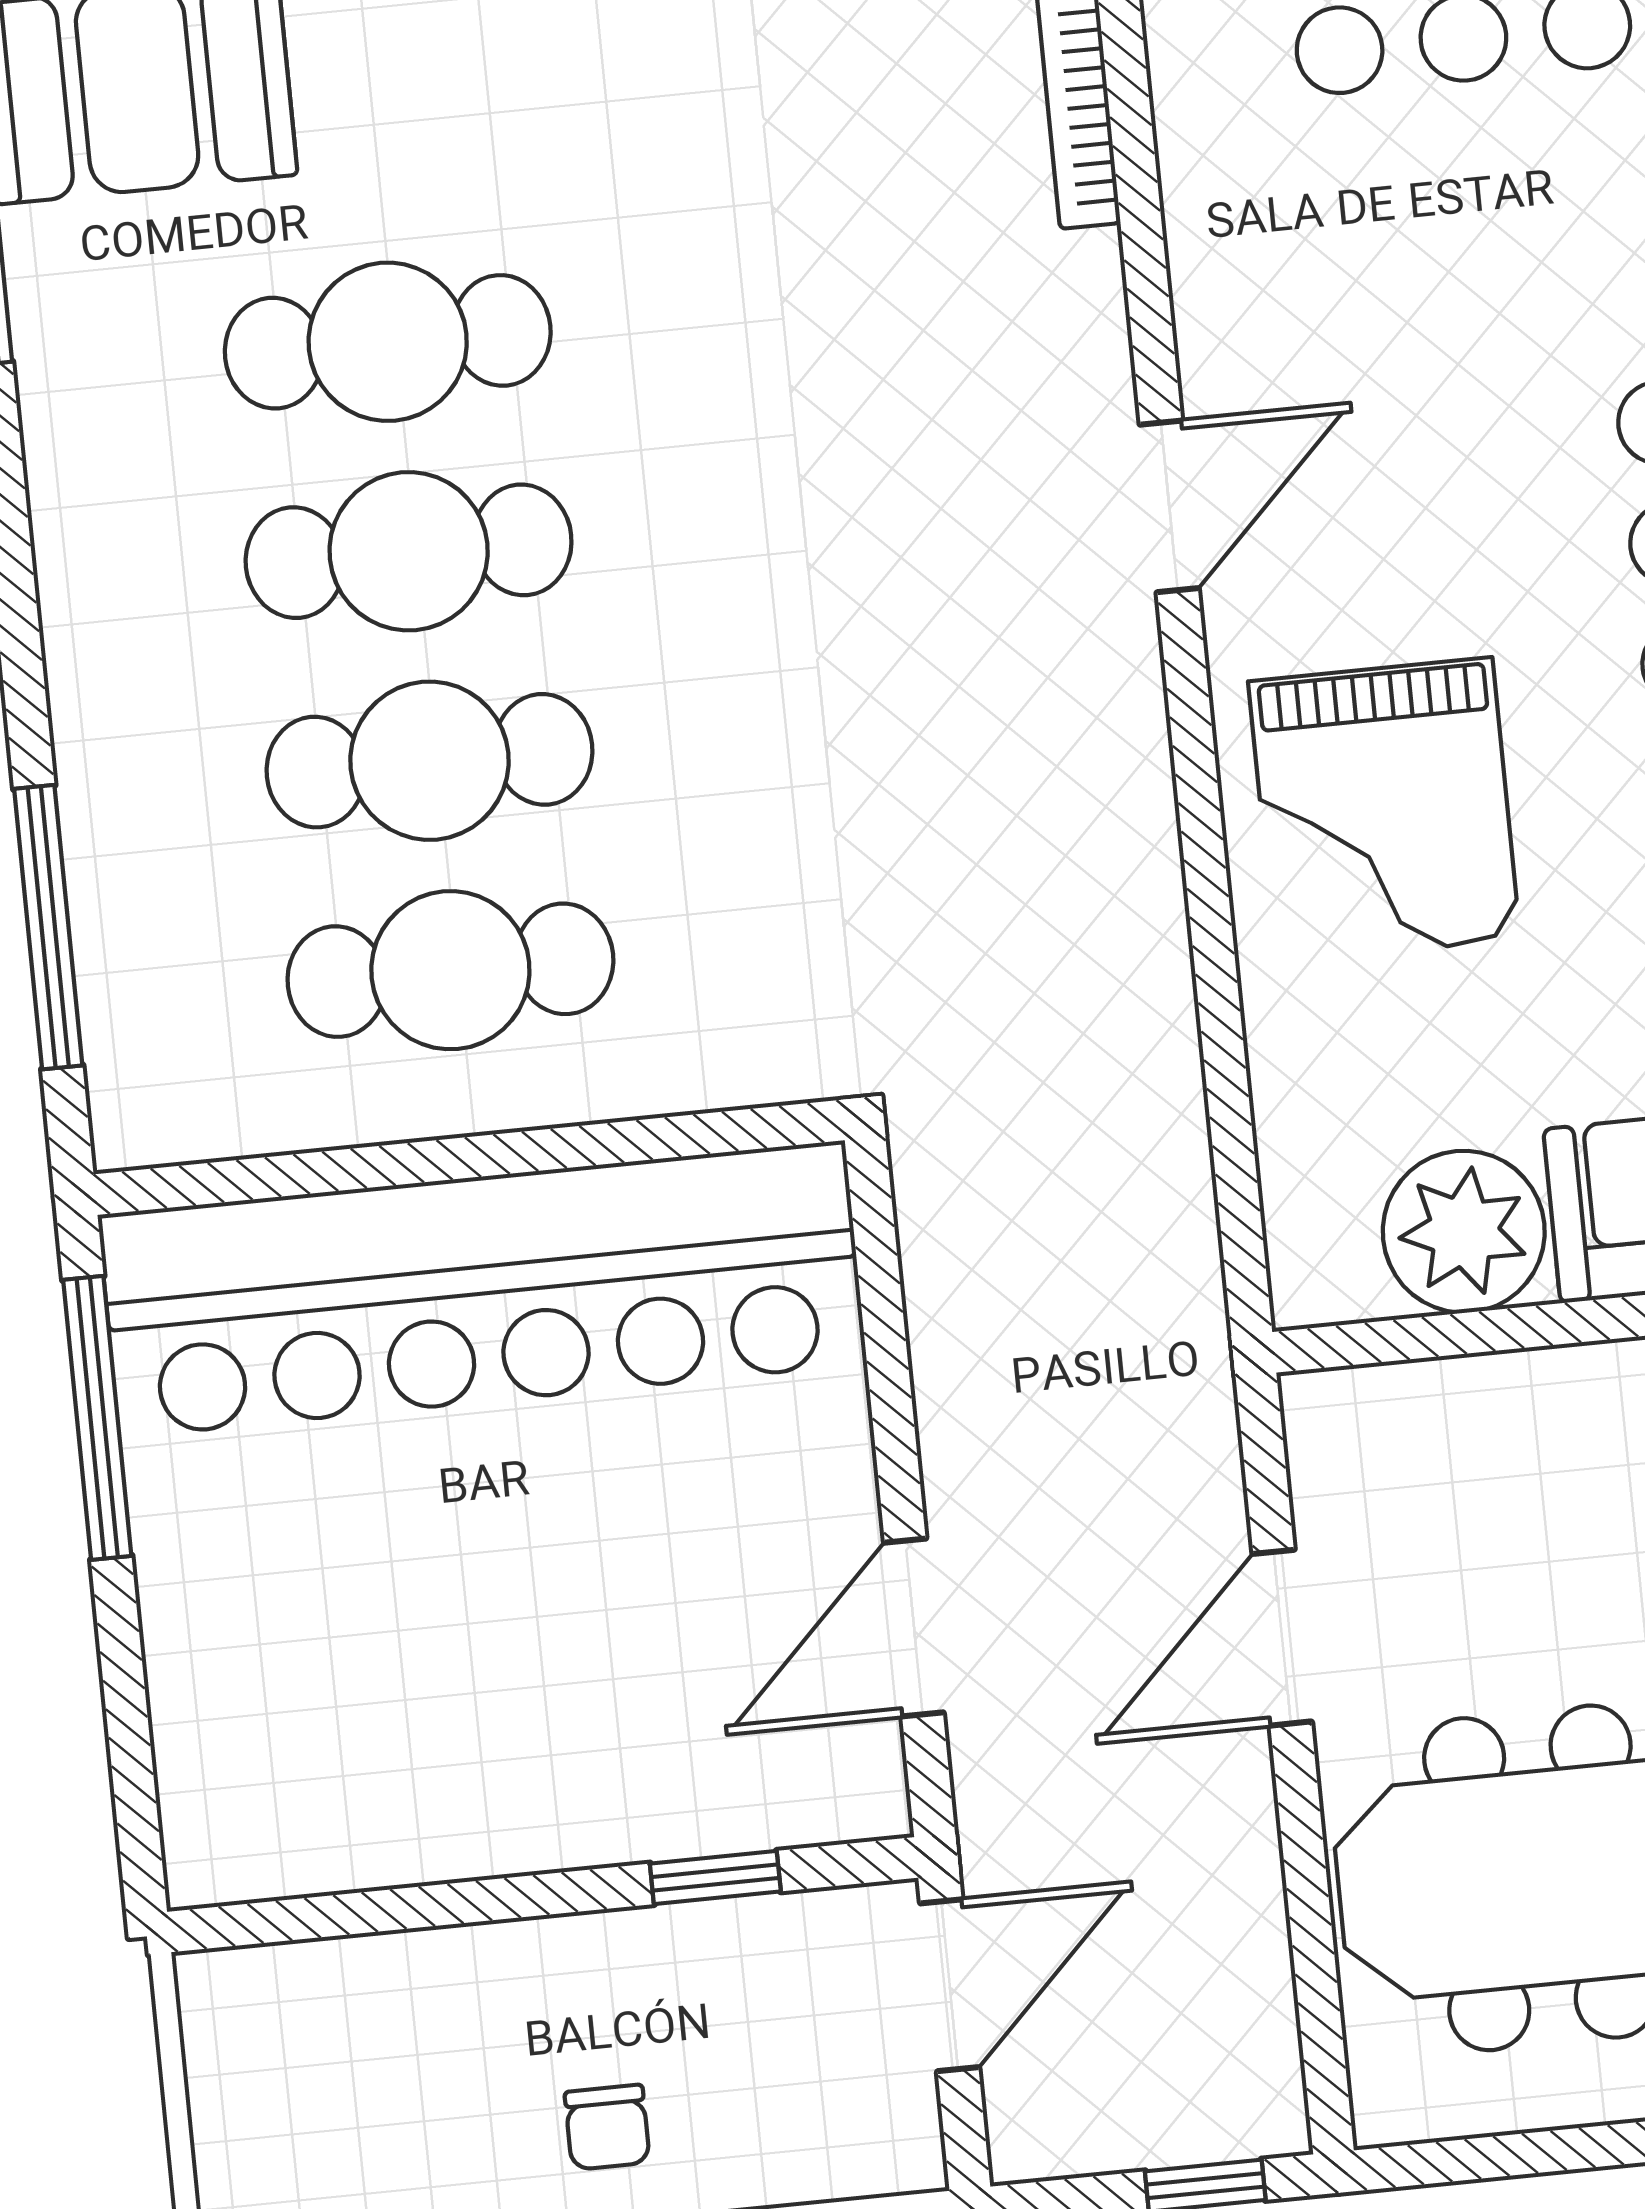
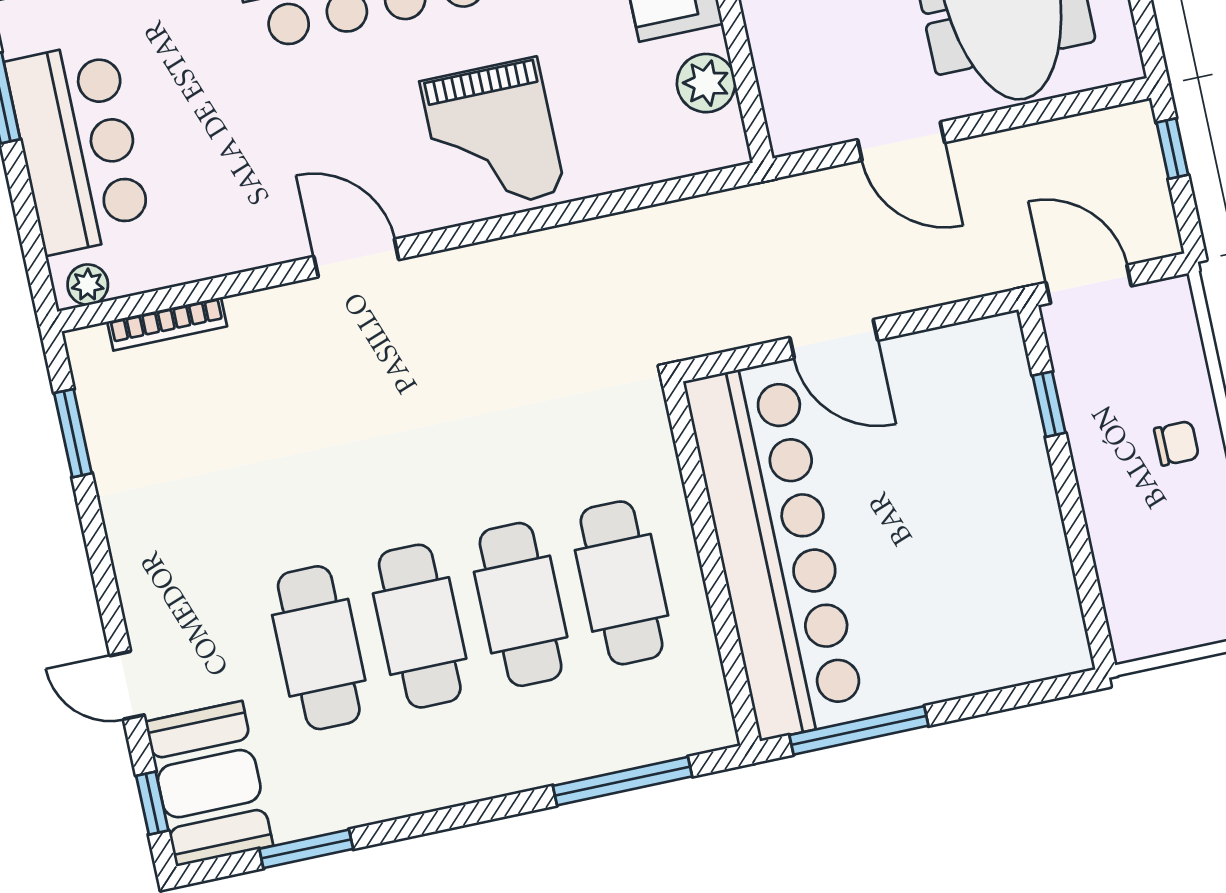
grand piano: (1384, 810) -> (492, 137), turned 90
plant: (1464, 1232) -> (706, 83), width x0.73, depth x0.73
door: (914, 1627) -> (834, 339), moved

